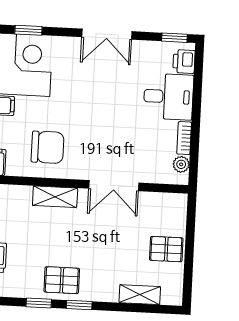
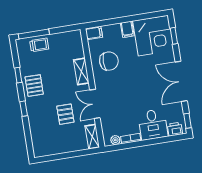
double door: (107, 34) -> (181, 81), width x1.37
chair: (48, 147) -> (109, 61), turned -90
pallet: (166, 249) -> (65, 114), moved
shelving: (140, 295) -> (92, 137), moved
window: (79, 305) -> (24, 109), moved

